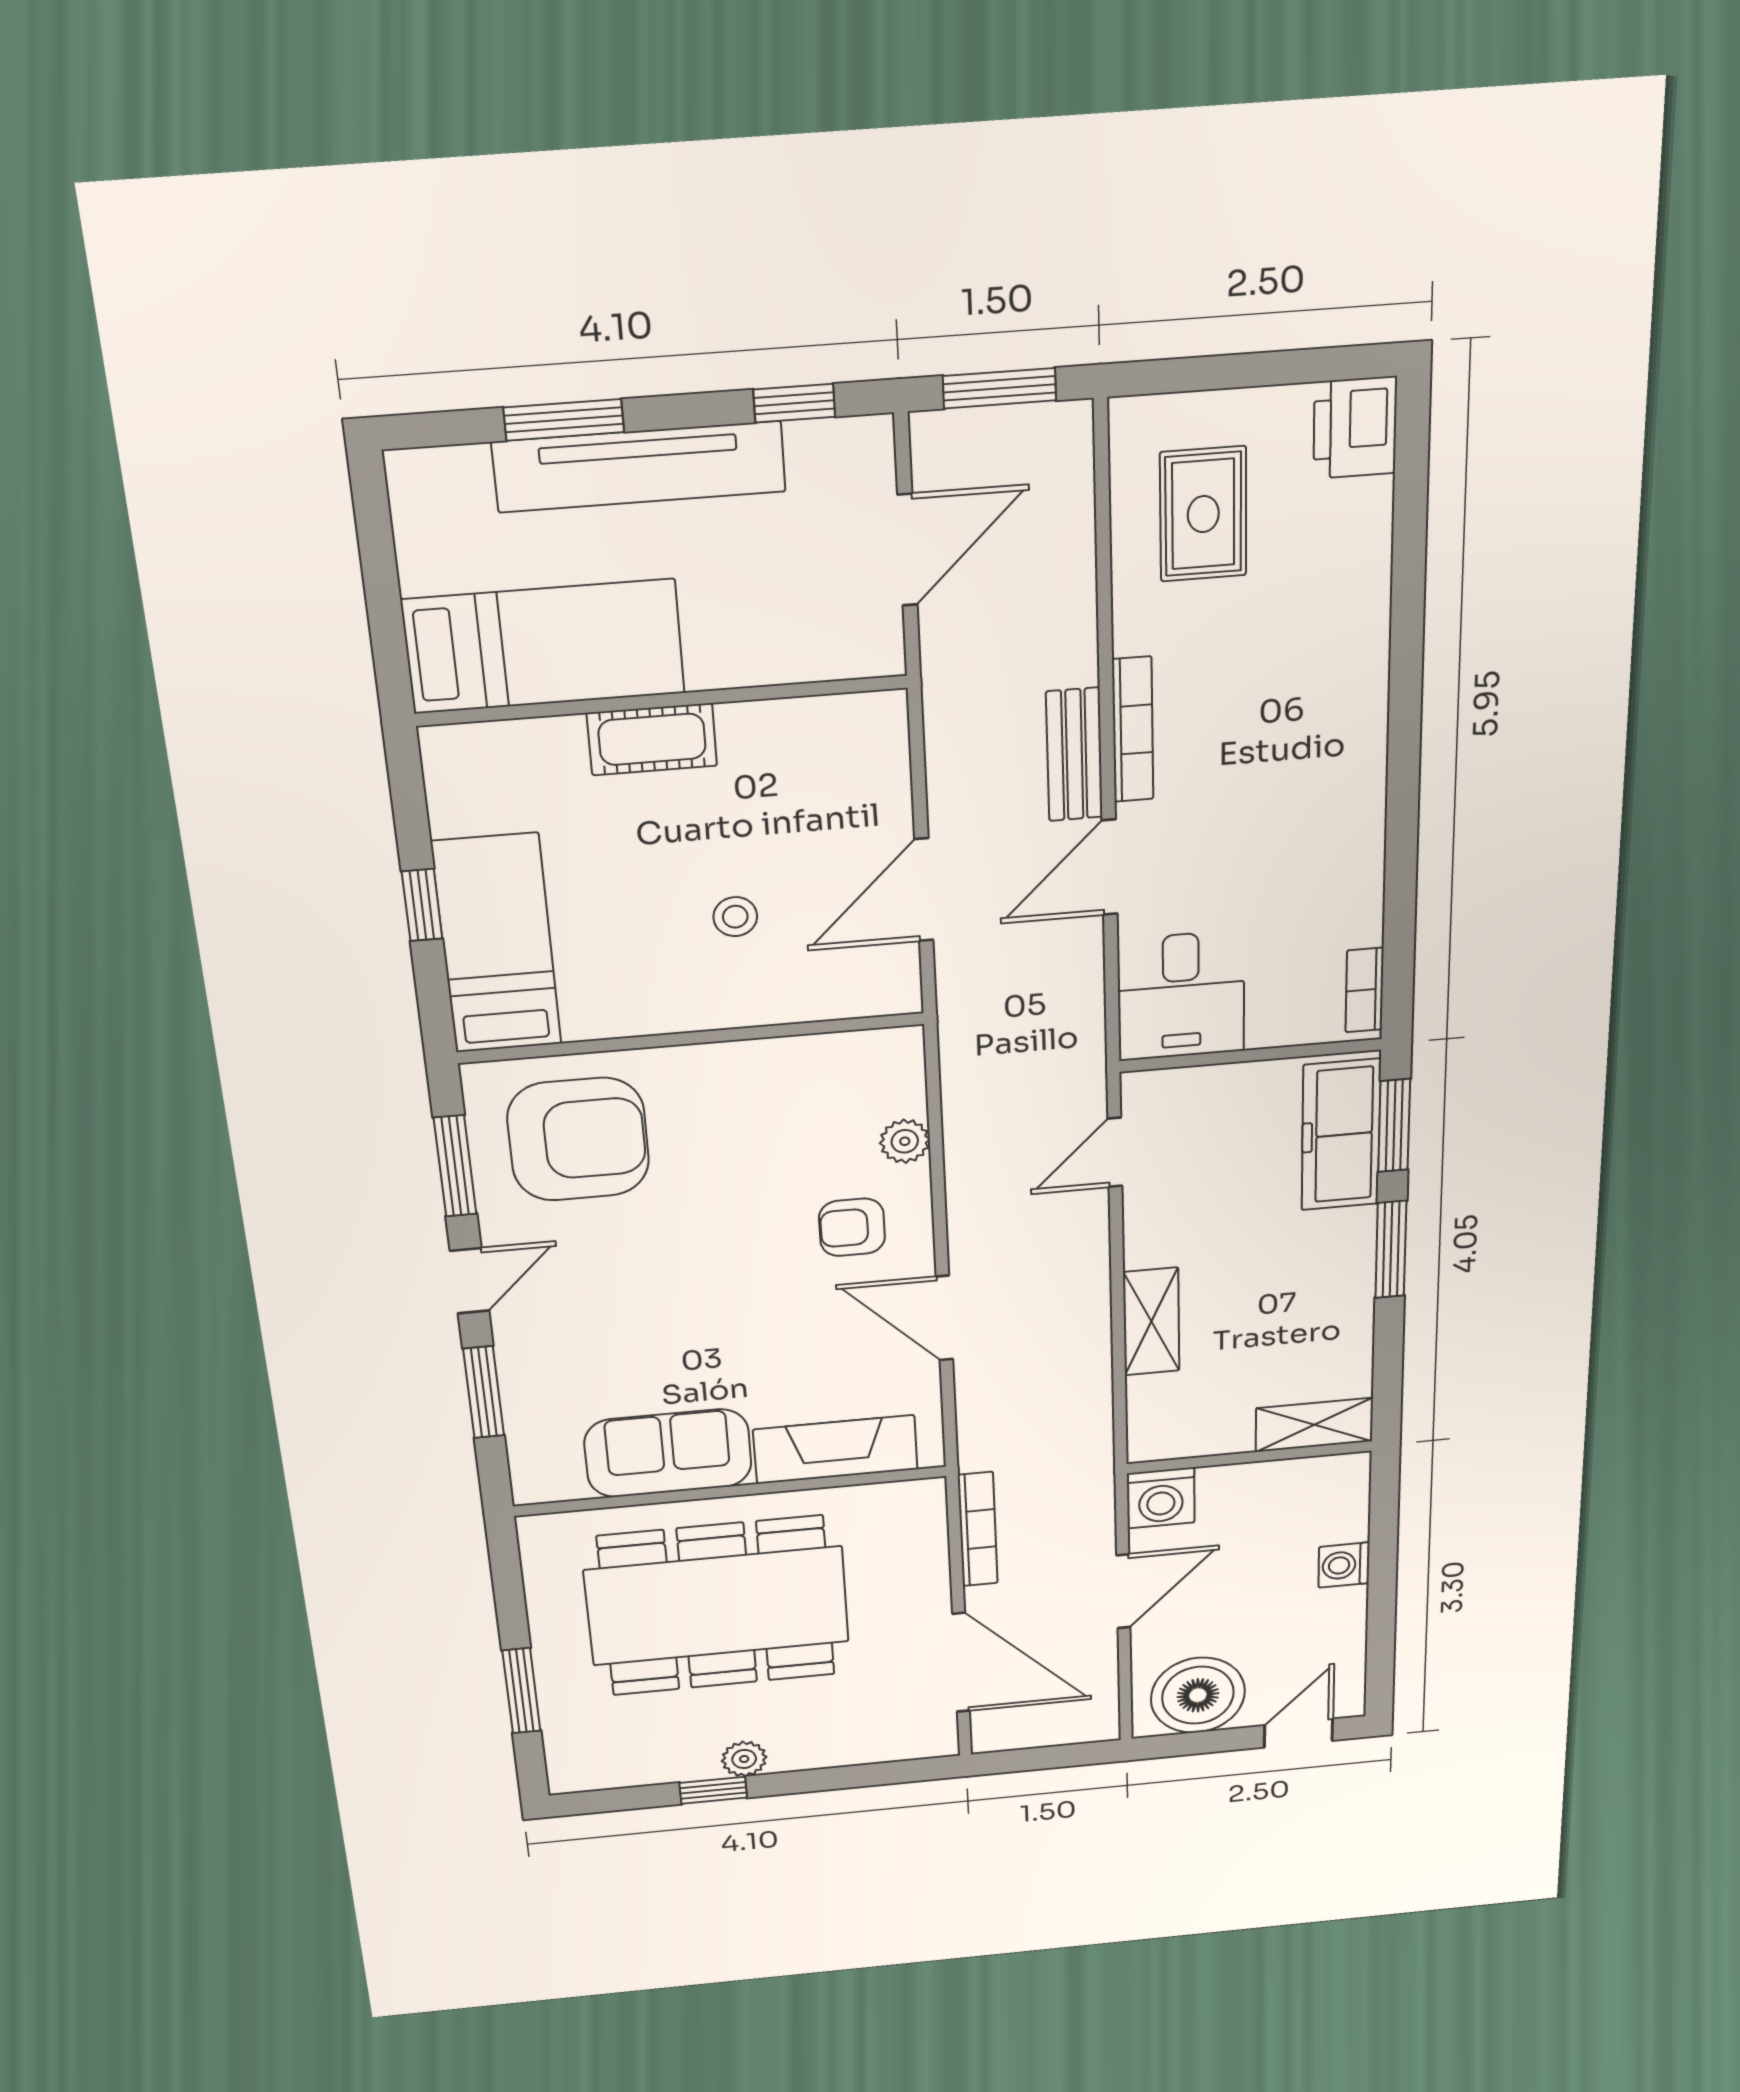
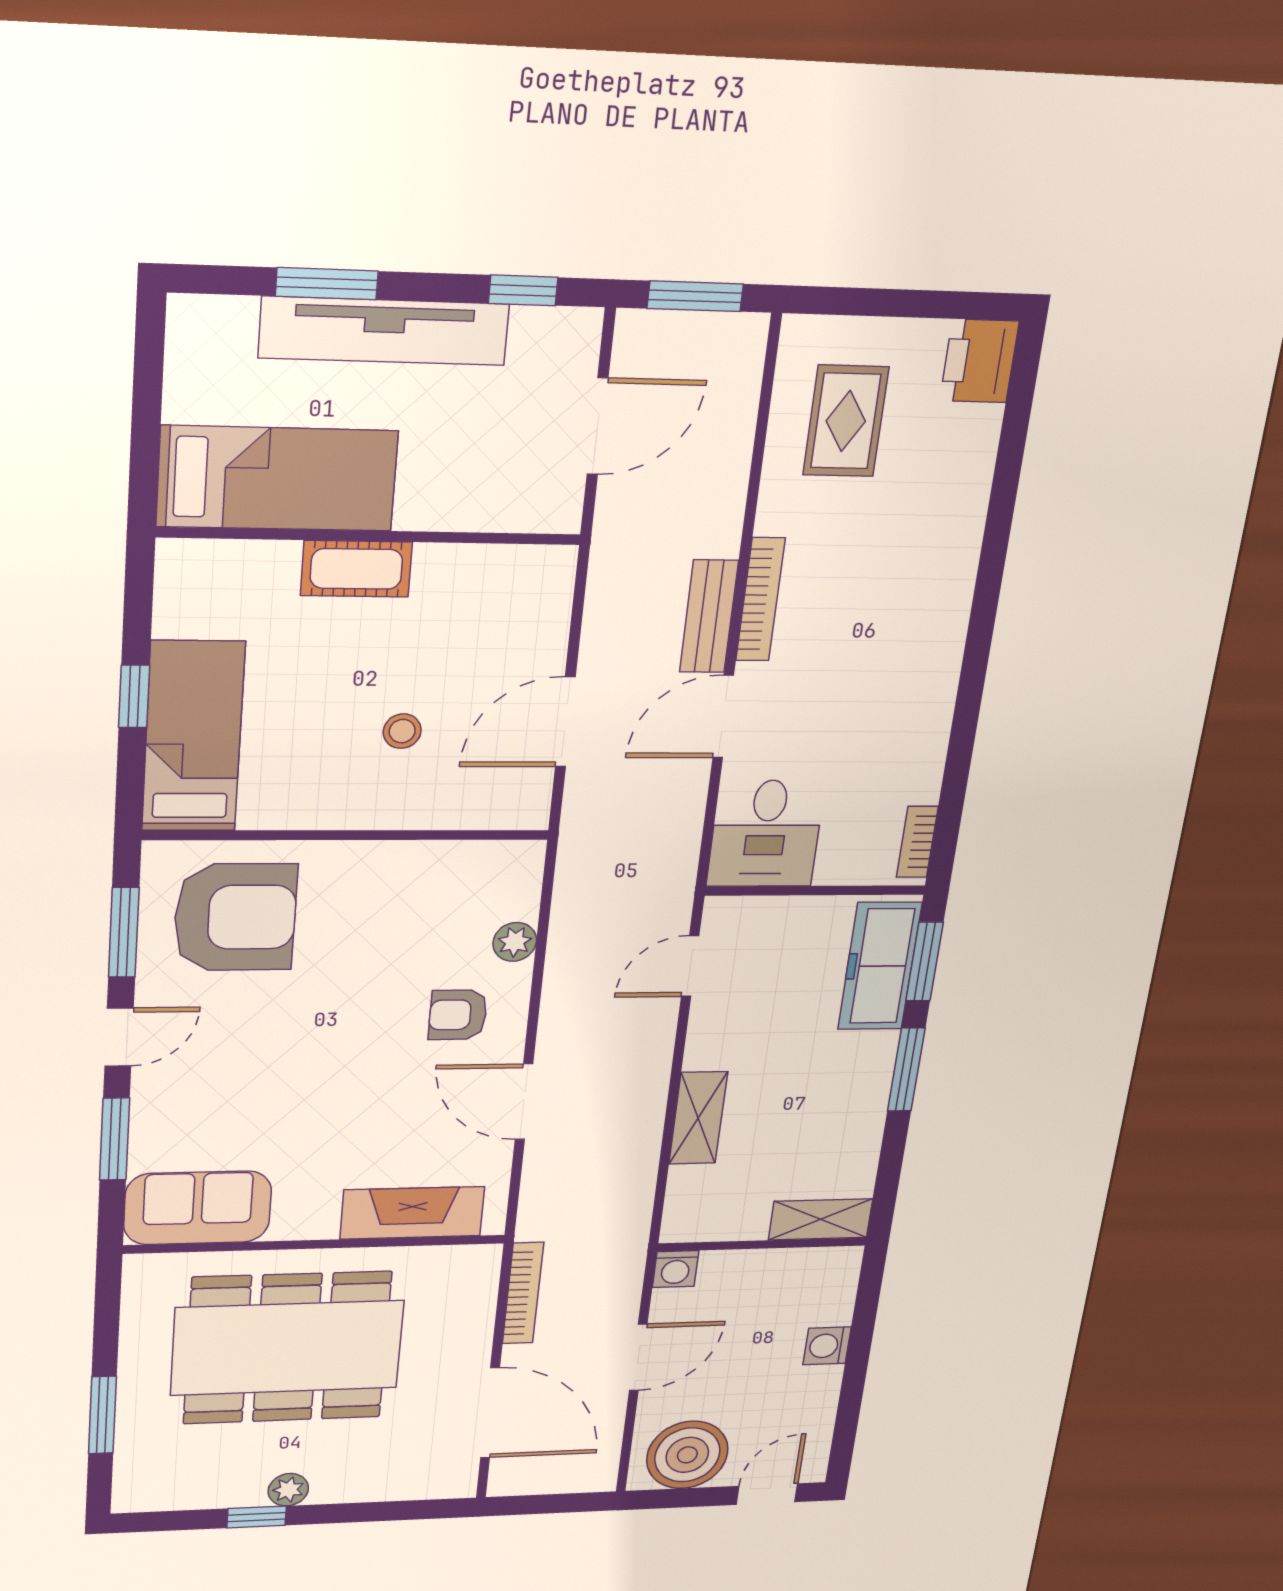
sofa: (668, 1453) -> (198, 1208), moved
washing machine: (1161, 1498) -> (676, 1269), width x0.73, depth x0.73

